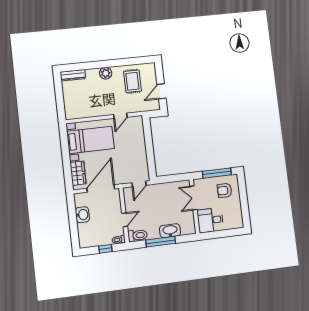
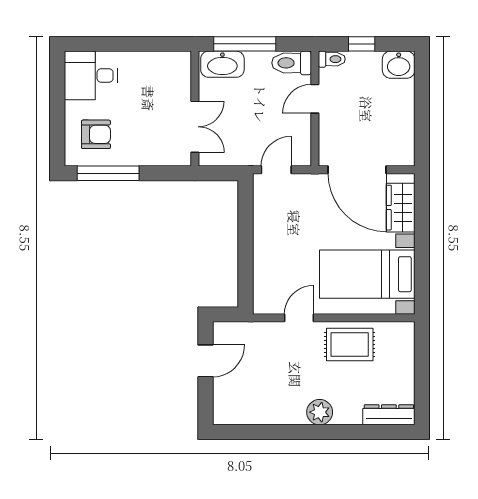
rug: (132, 81) -> (350, 344), moved, turned 90
door: (101, 189) -> (357, 170), hinge flipped
double door: (194, 198) -> (195, 127), moved
wall: (195, 206) -> (195, 109), moved
washbasin: (82, 215) -> (399, 65), moved, turned -90
desk: (210, 220) -> (91, 75), moved, turned 180

